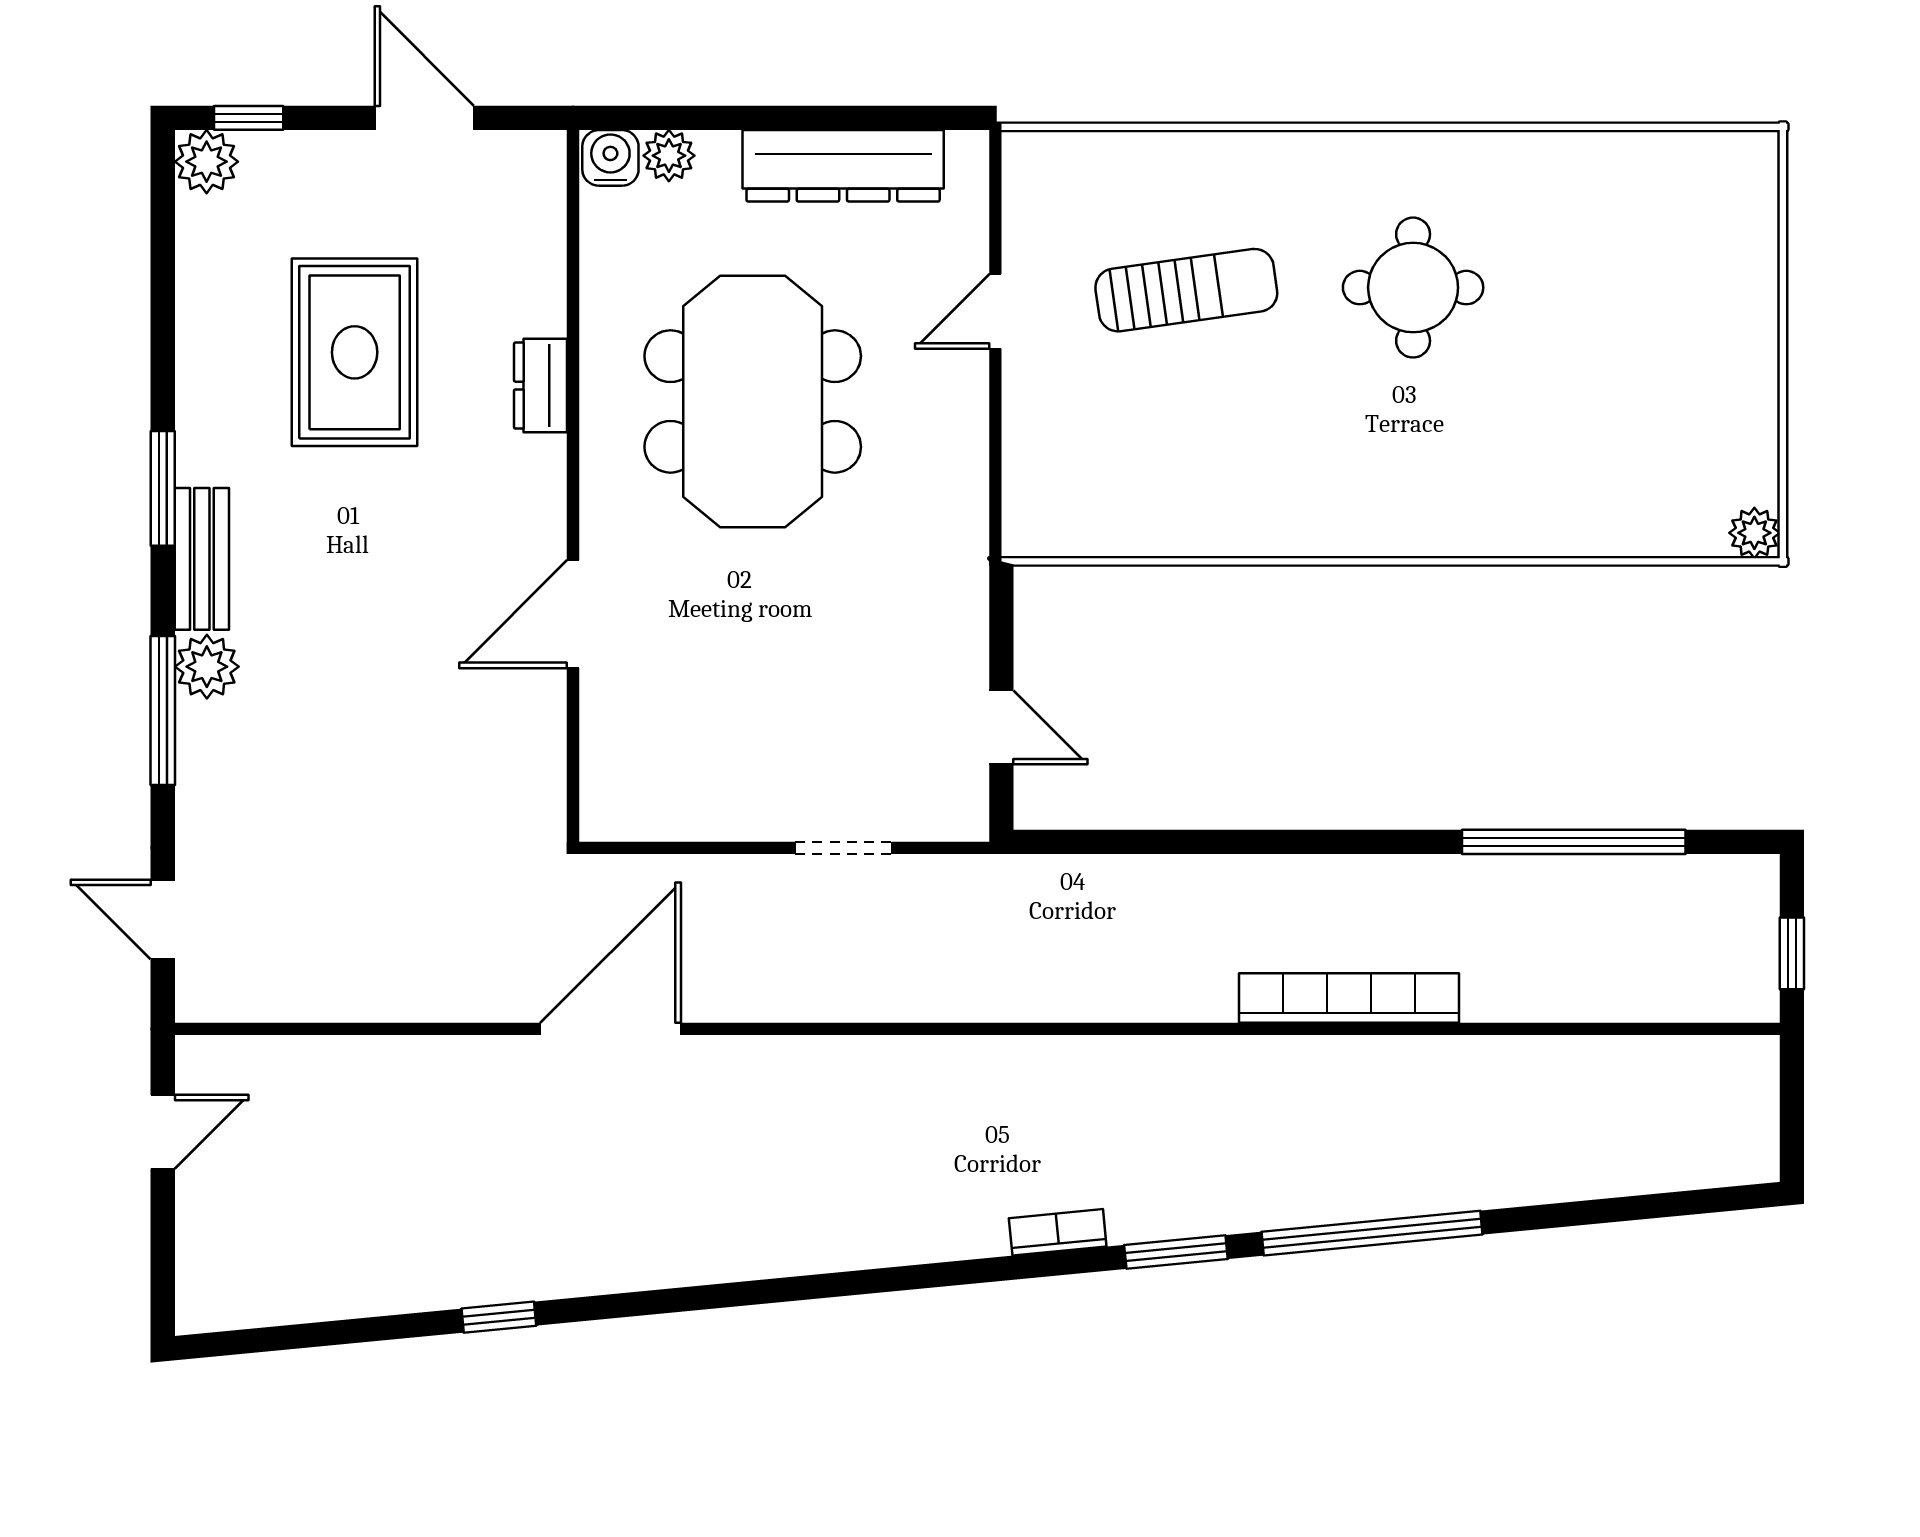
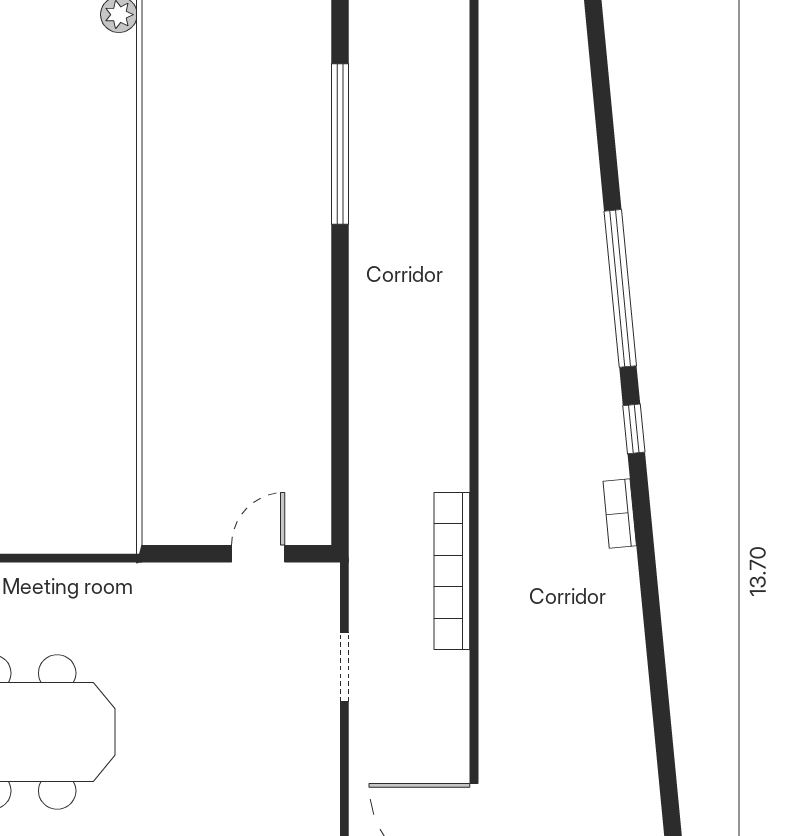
bookcase: (1349, 998) -> (452, 571), moved
window: (1176, 1252) -> (634, 429), width x0.67

